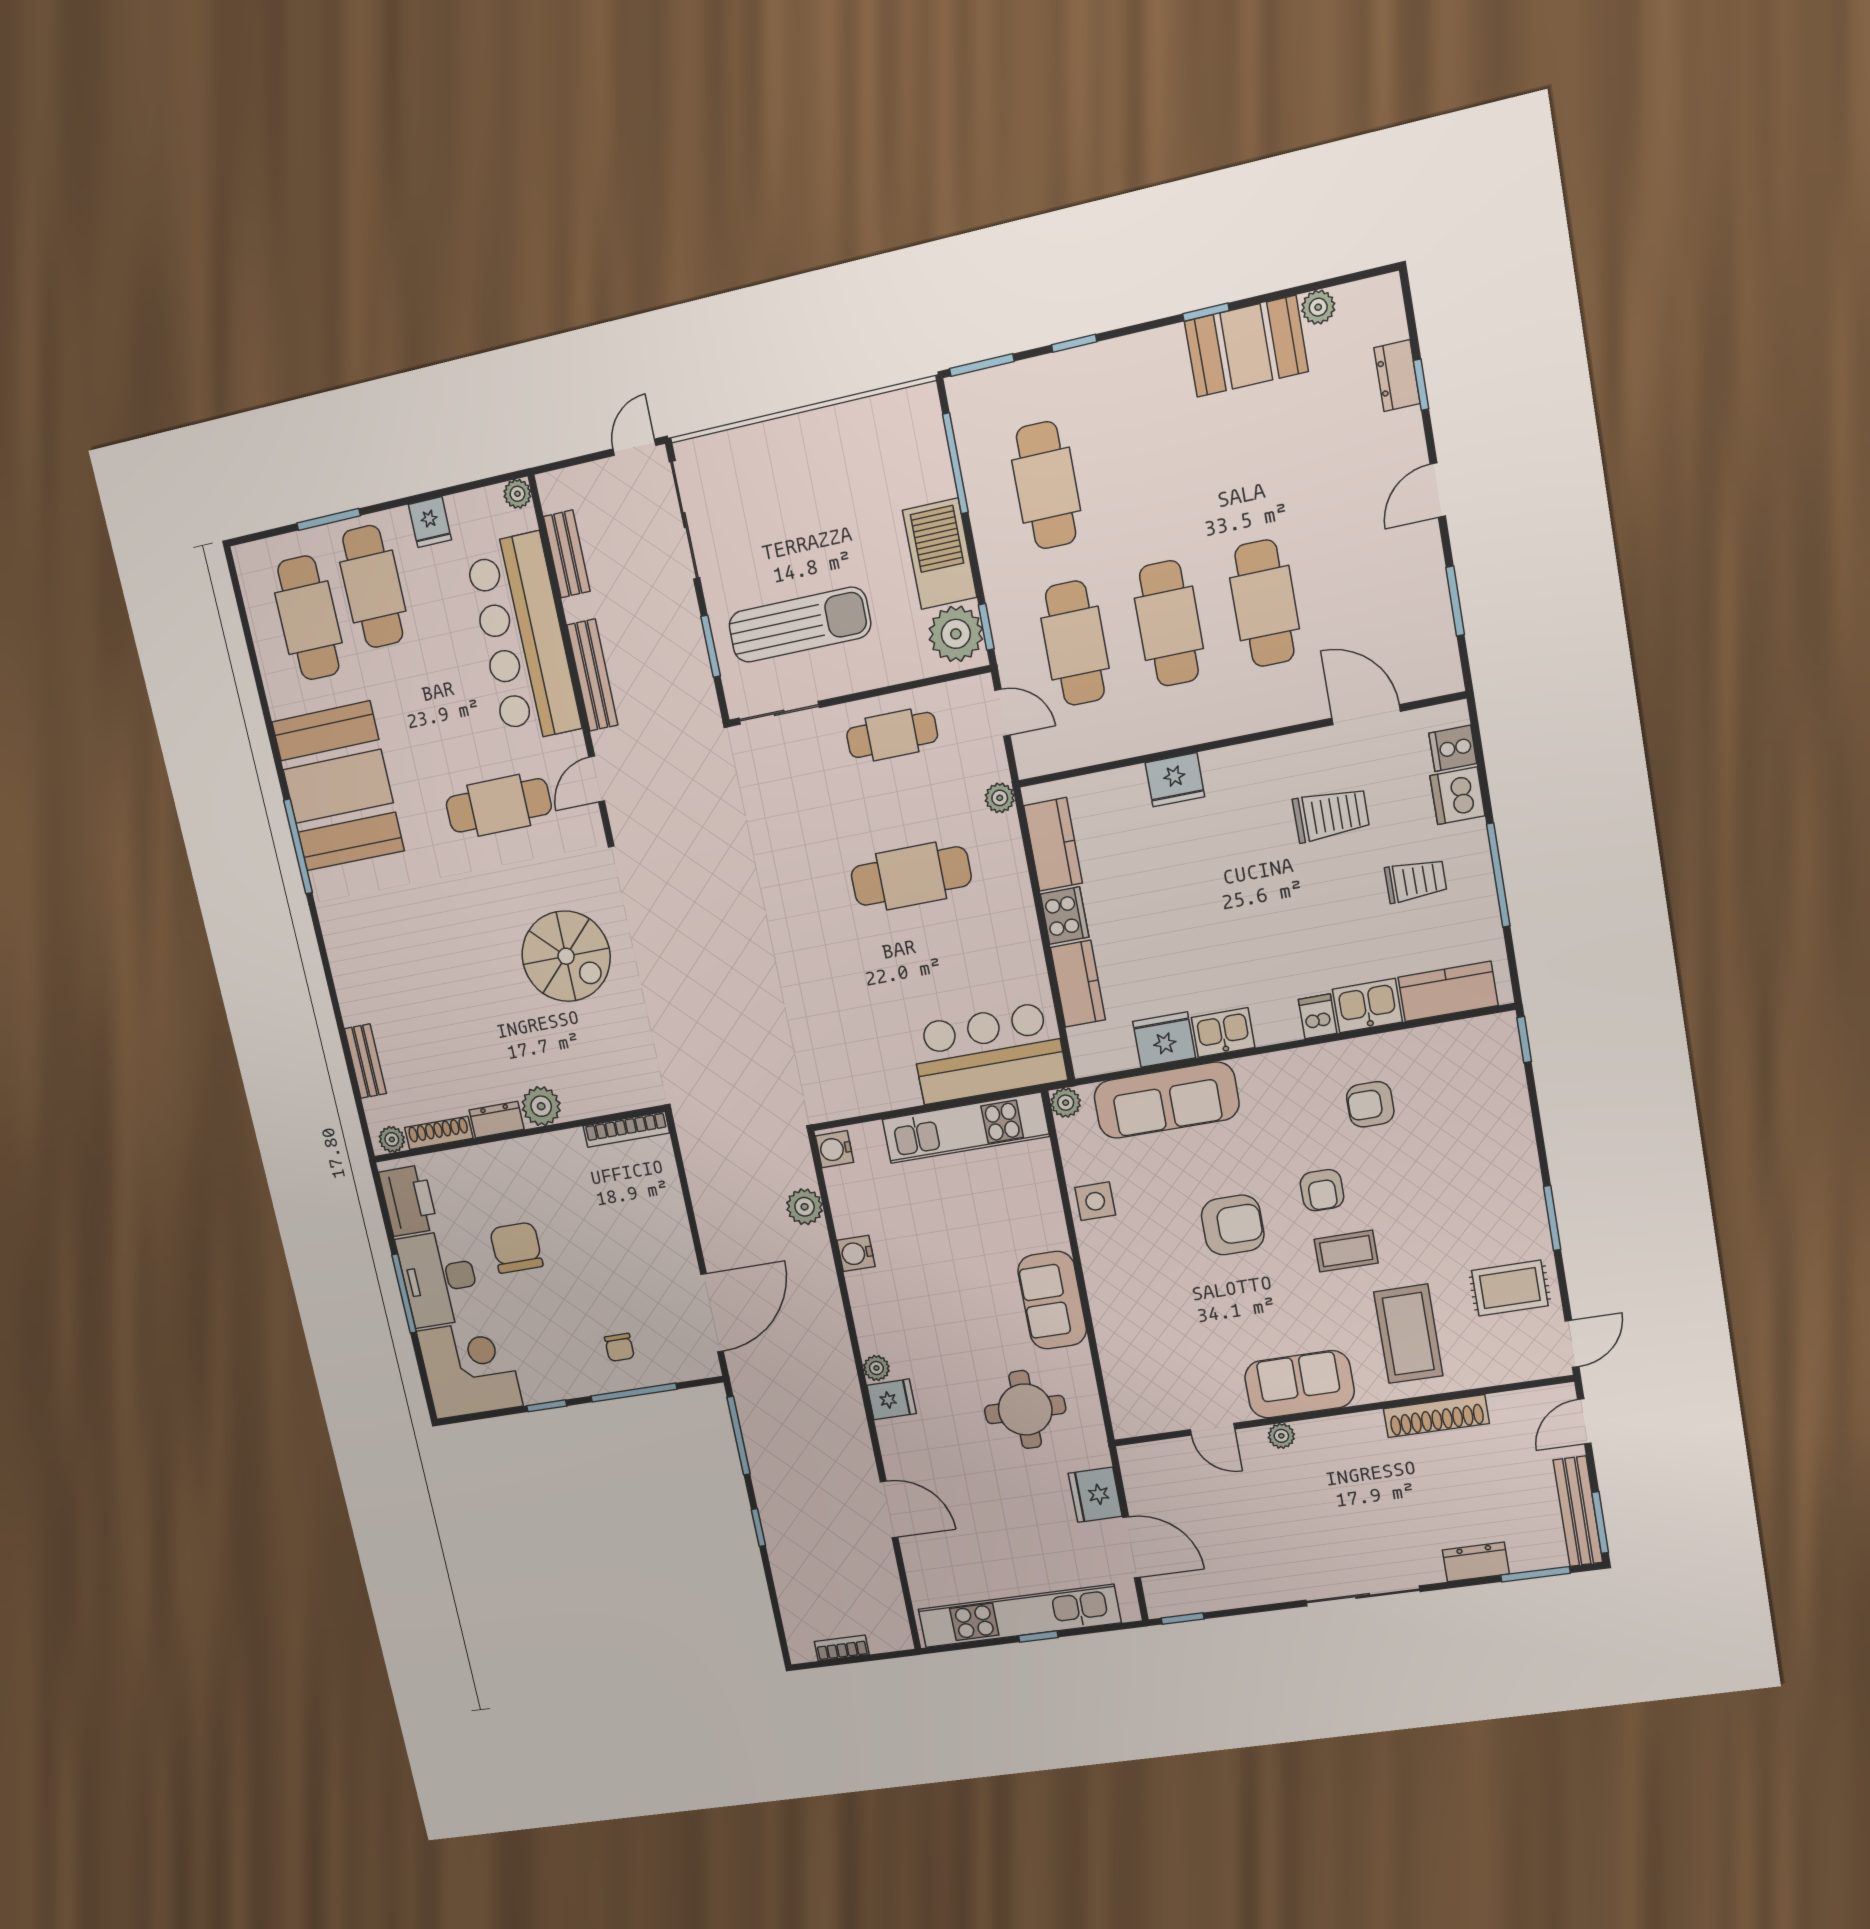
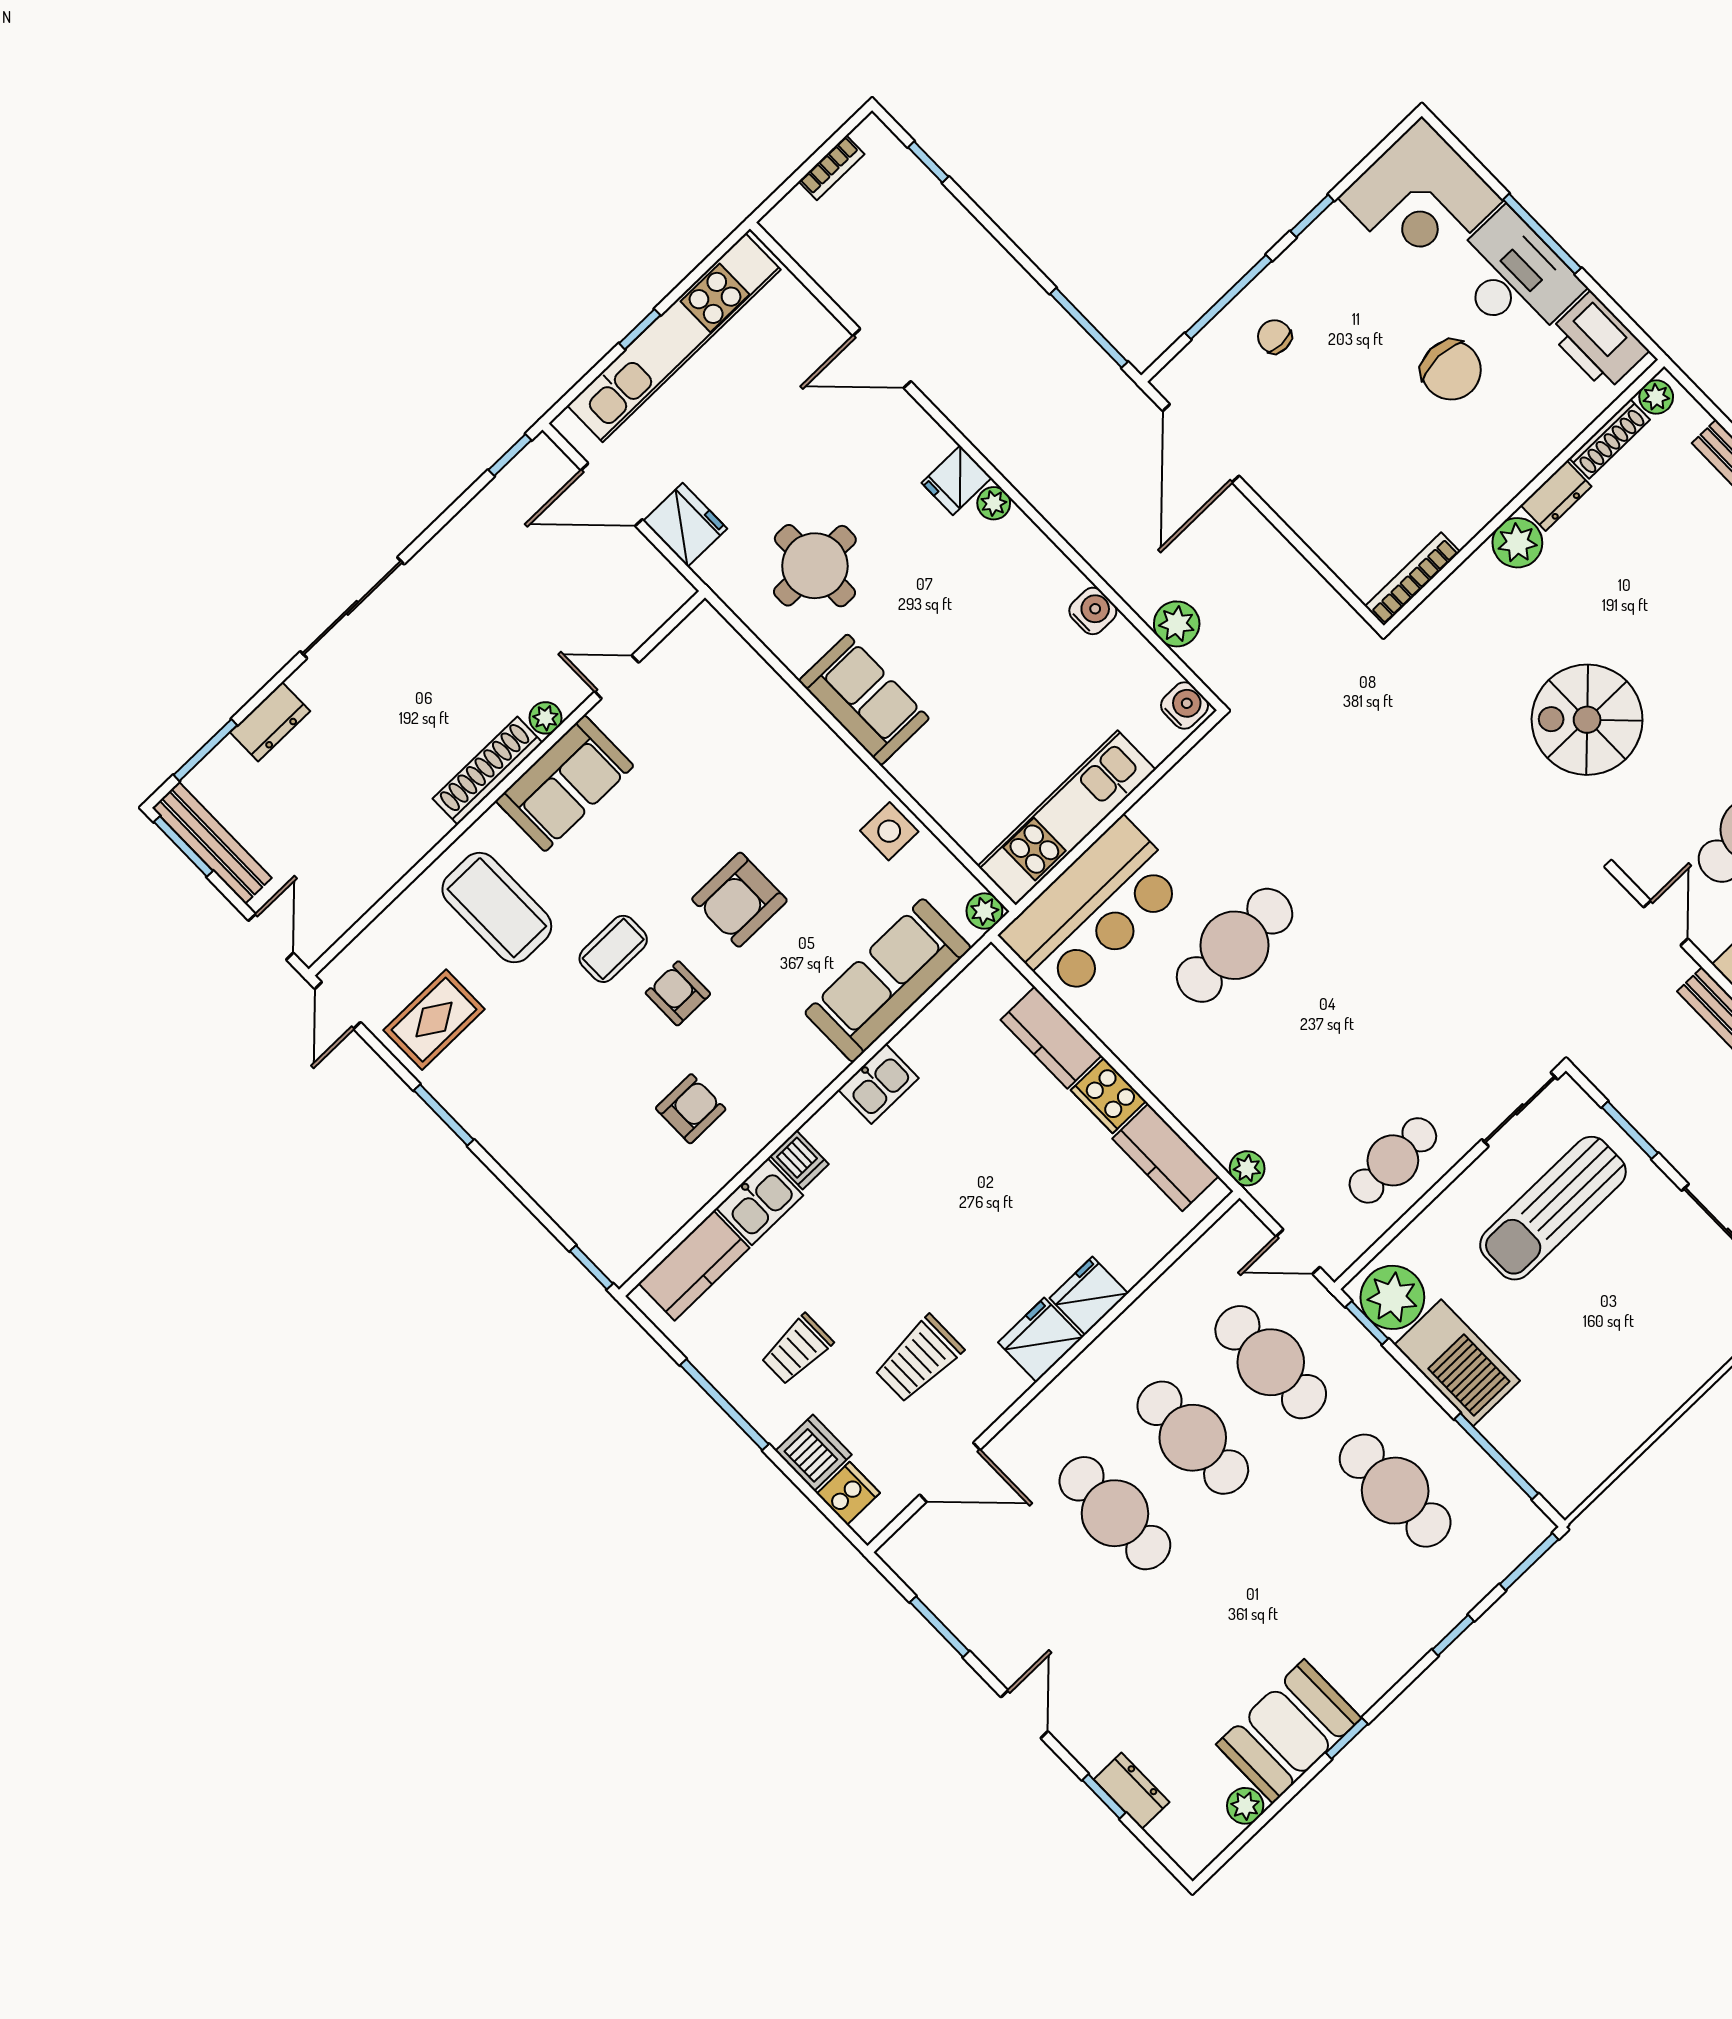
cafe table: (911, 876) -> (1235, 945), moved
fridge: (1164, 1040) -> (1040, 1340), moved, turned 180
shoe rack: (1436, 1416) -> (488, 771), moved
window: (758, 1528) -> (928, 162), moved

